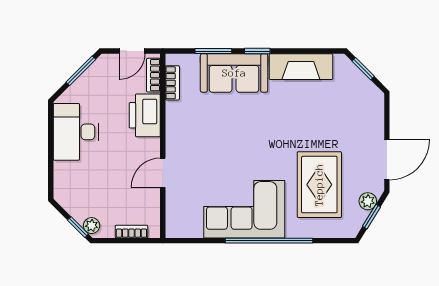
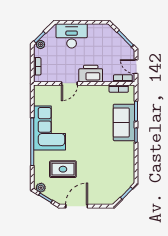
fireplace: (301, 67) -> (128, 159), removed
printer: (145, 115) -> (91, 74), moved
desk: (76, 132) -> (72, 36), moved
door: (387, 160) -> (77, 206), swing flipped
door: (163, 173) -> (69, 83), swing flipped
rug: (319, 185) -> (63, 169), width x0.73, depth x0.70
plant: (368, 201) -> (41, 188), moved

